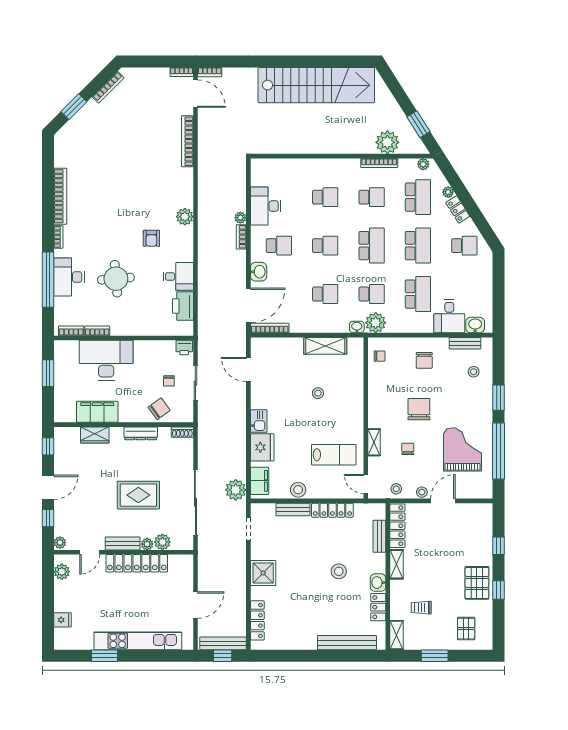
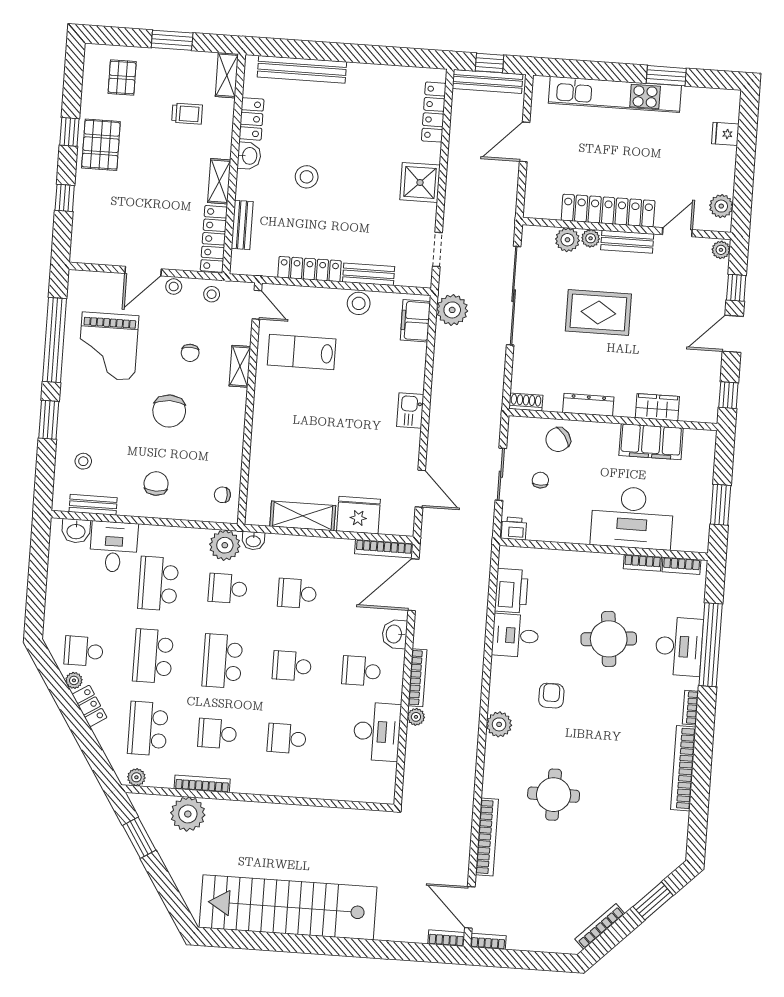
round table: (145, 173) -> (554, 795), added
plant: (448, 192) -> (74, 680), moved
bookcase: (241, 237) -> (417, 678), width x1.56
stool: (318, 393) -> (319, 446), removed
fridge: (262, 447) -> (358, 515), moved, turned 90

